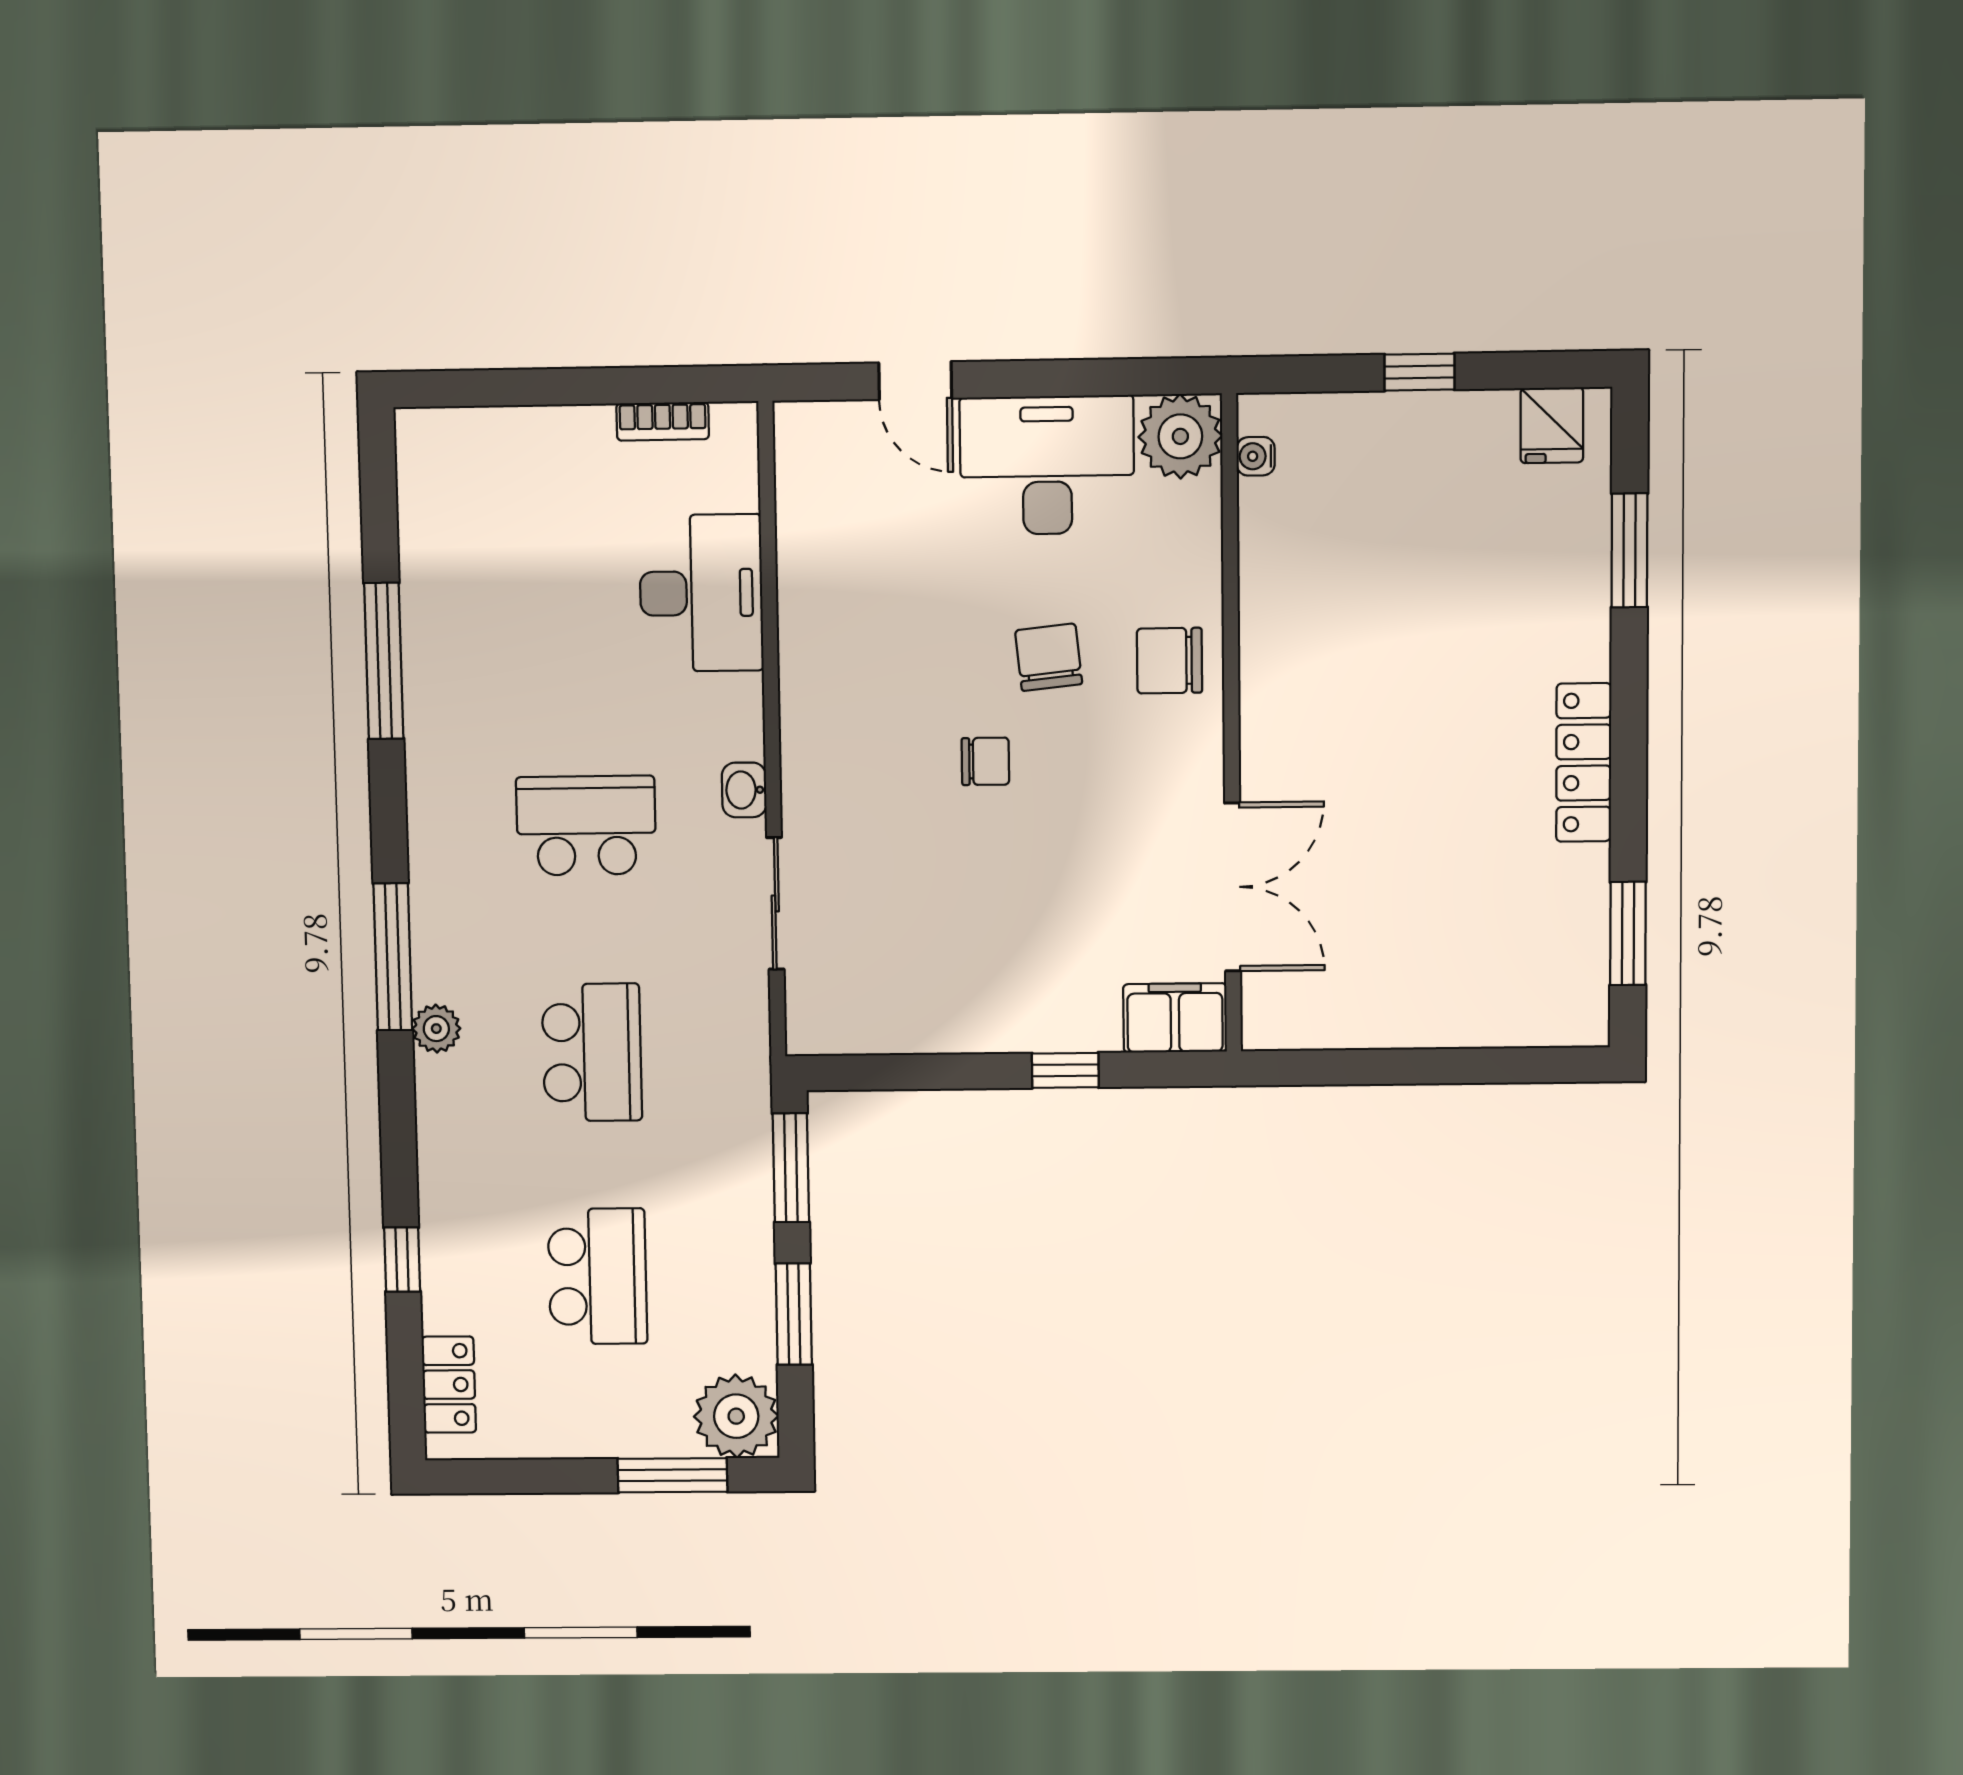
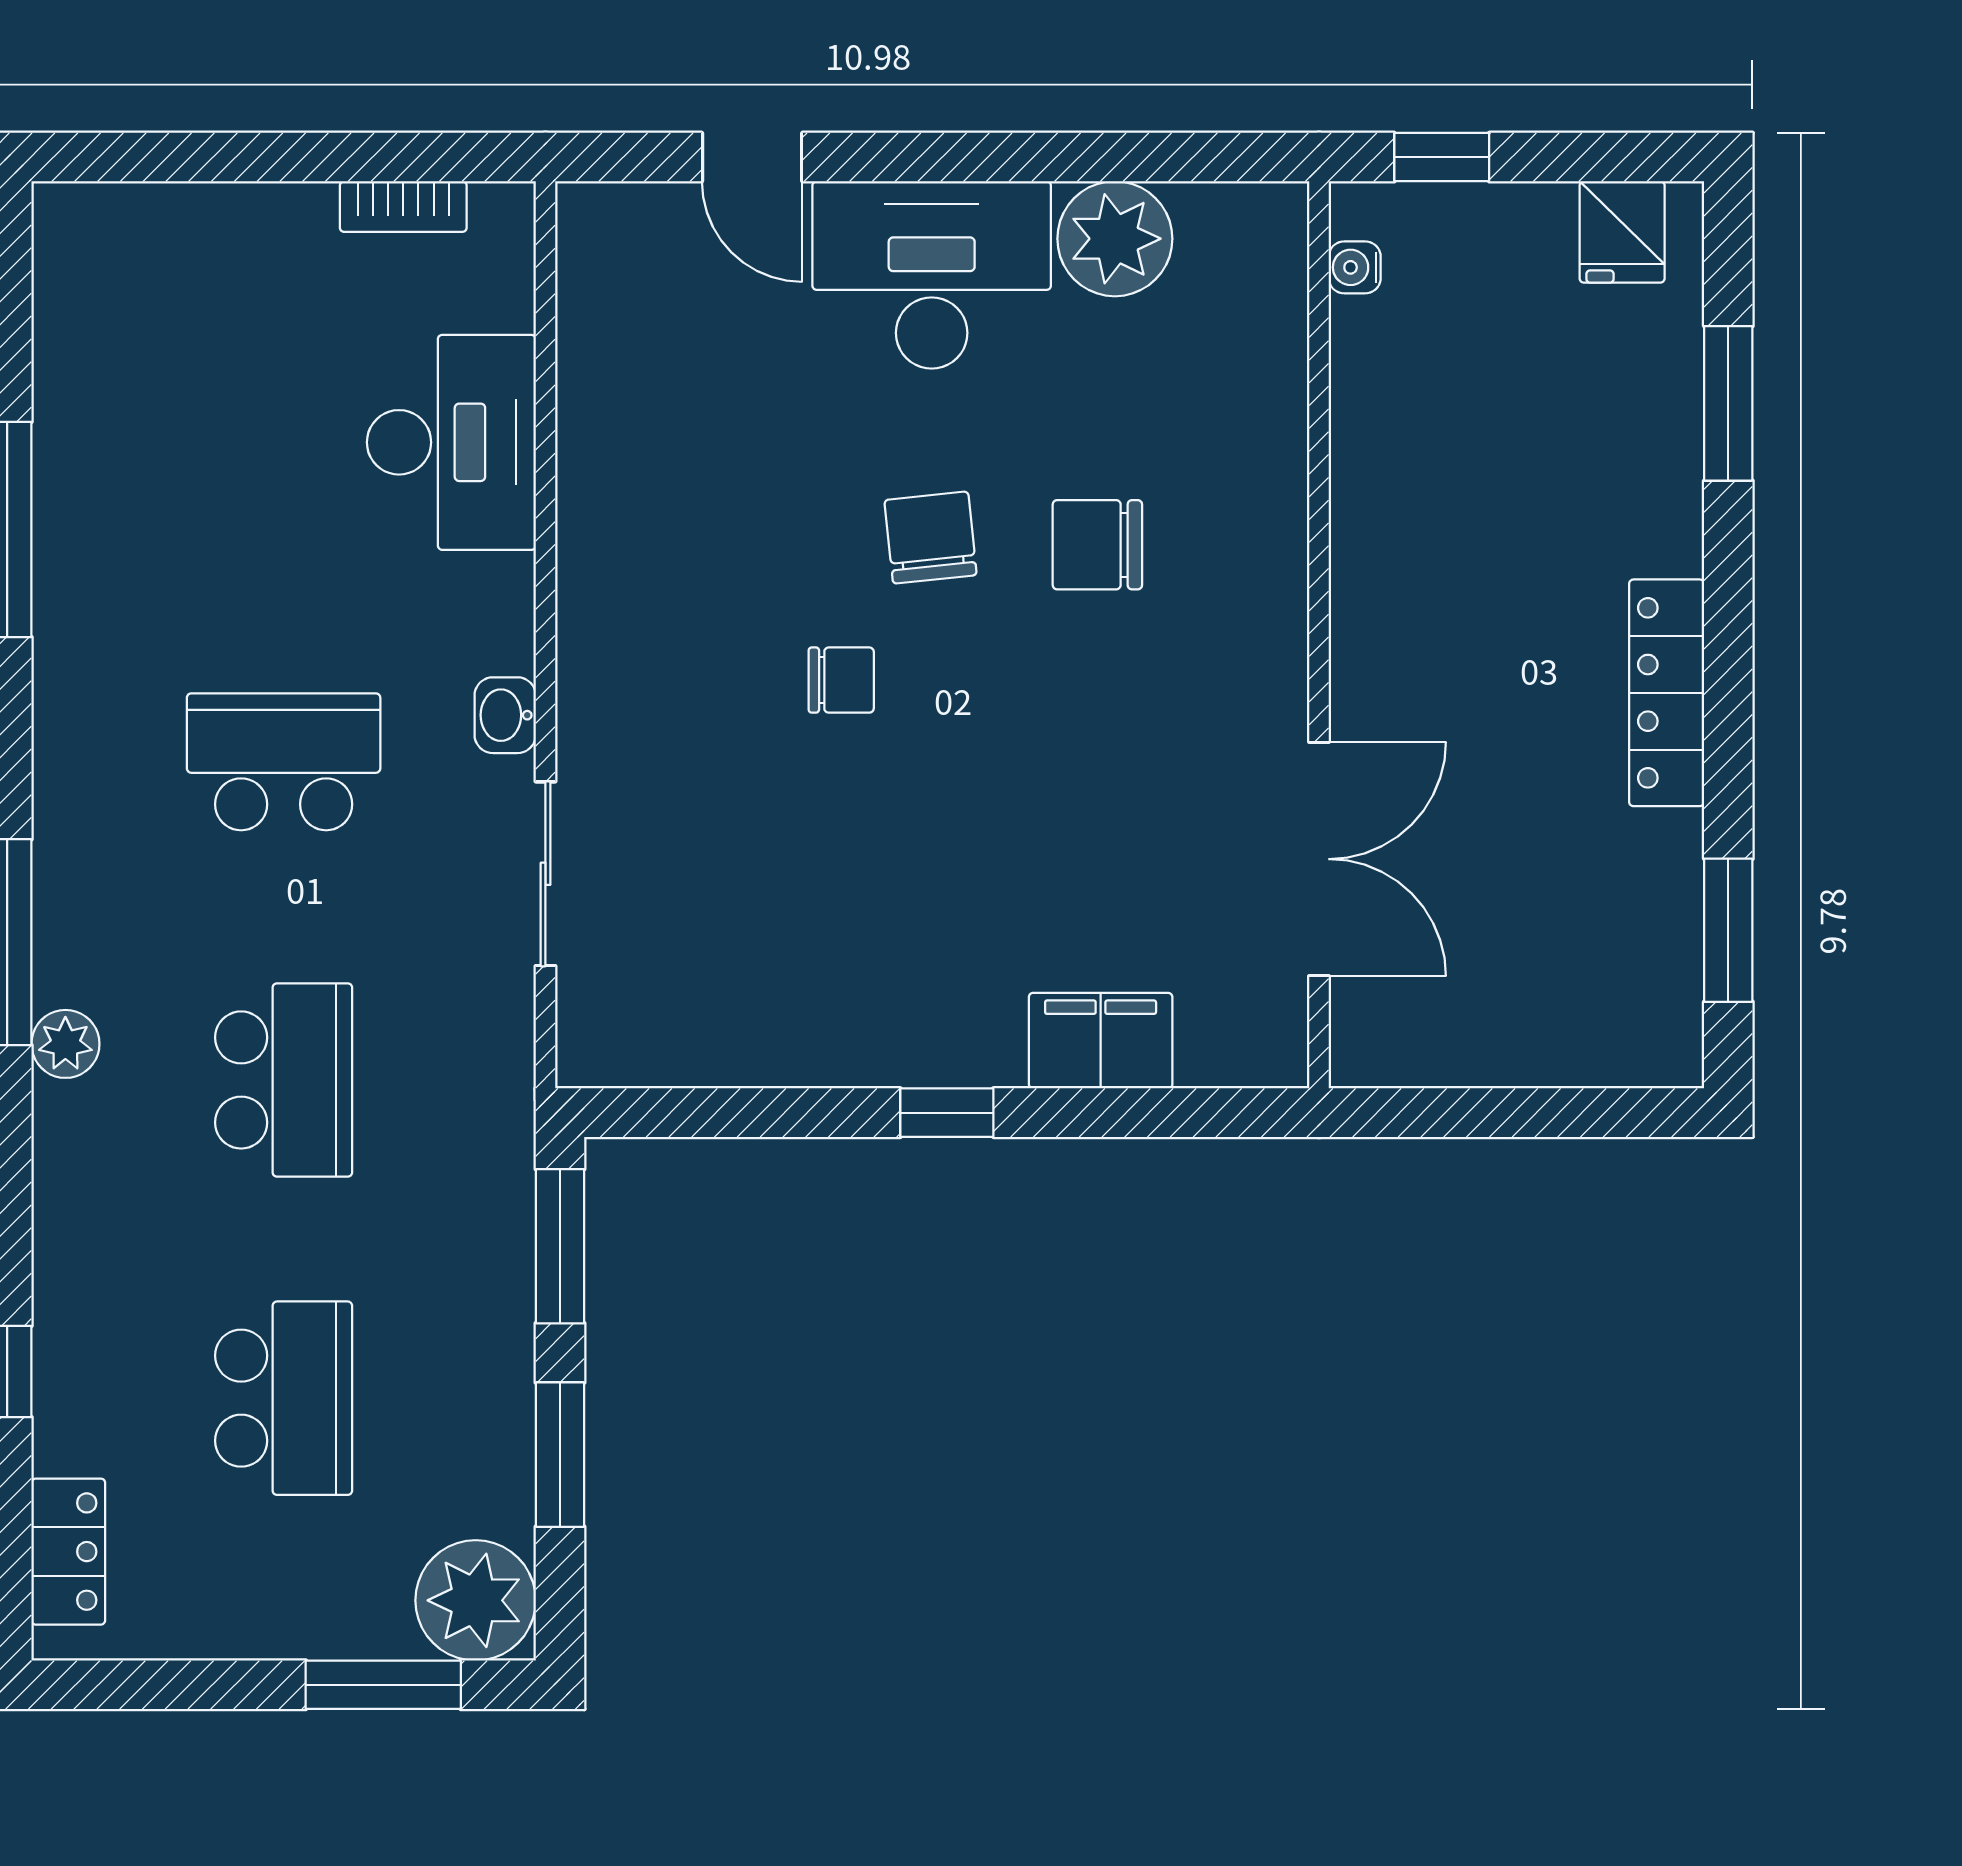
water cooler: (1256, 456) -> (1355, 267), moved
wall: (1231, 725) -> (1319, 635), moved
double door: (1233, 887) -> (1319, 859), moved

